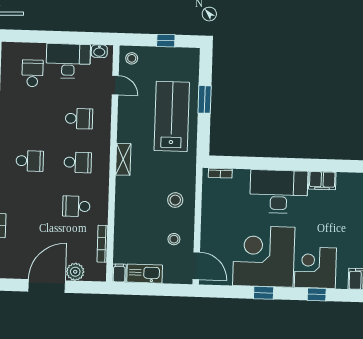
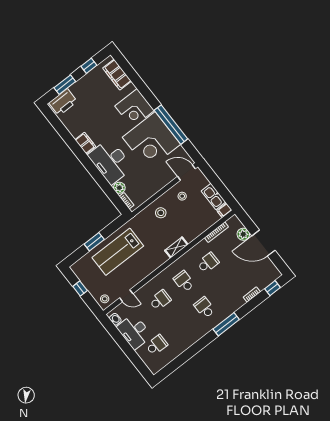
school desk: (32, 73) -> (157, 345), turned 180
door: (115, 85) -> (126, 296), swing flipped
school desk: (79, 119) -> (160, 300), turned 90
shelving: (123, 159) -> (176, 247), moved
plant: (241, 177) -> (119, 188), added
school desk: (76, 206) -> (208, 263), turned -90
door: (196, 266) -> (186, 172), hinge flipped
window: (264, 293) -> (171, 125), width x3.17
window: (317, 294) -> (148, 96), removed

